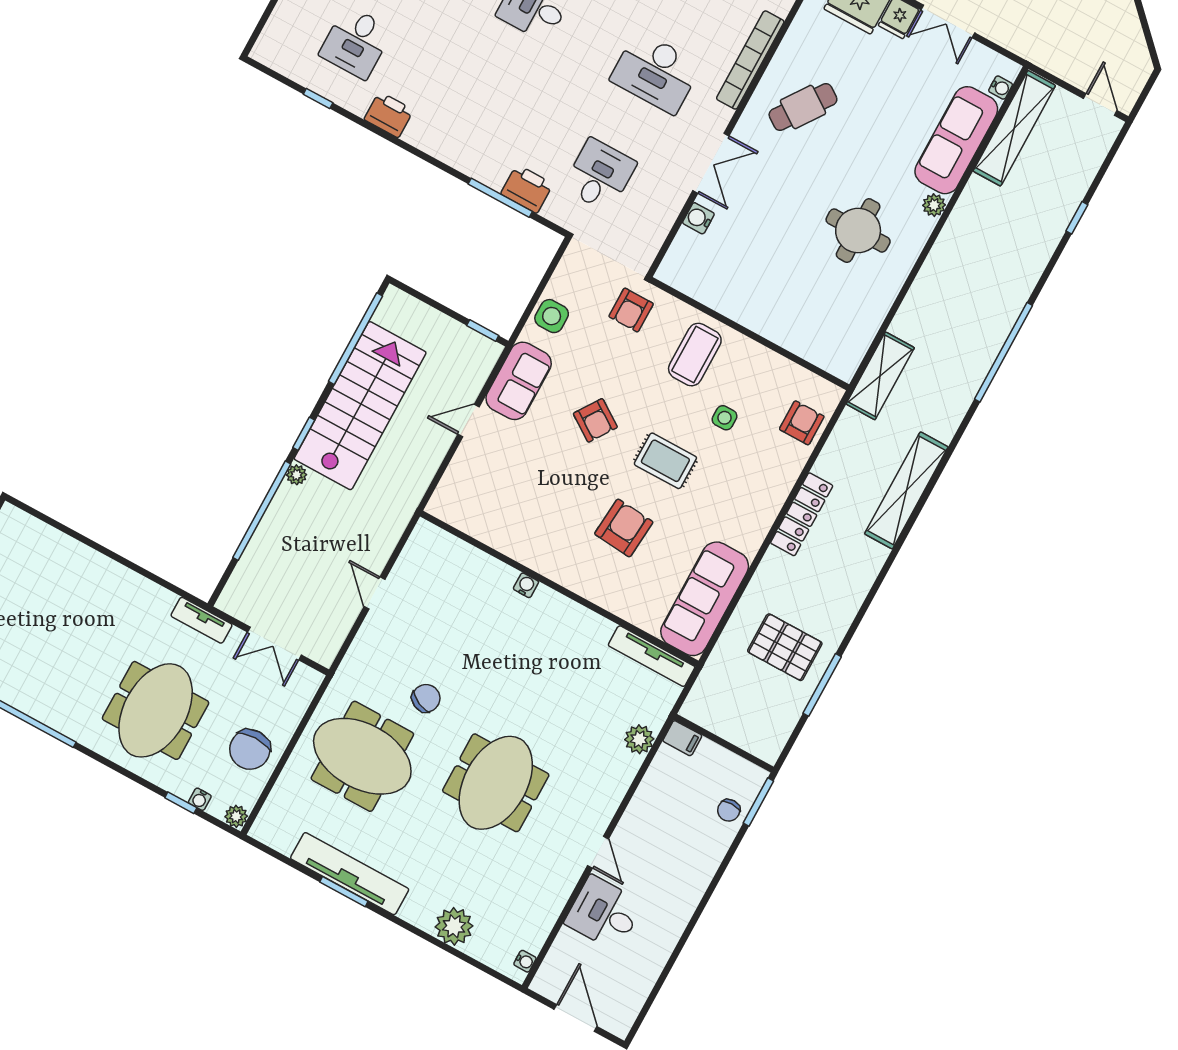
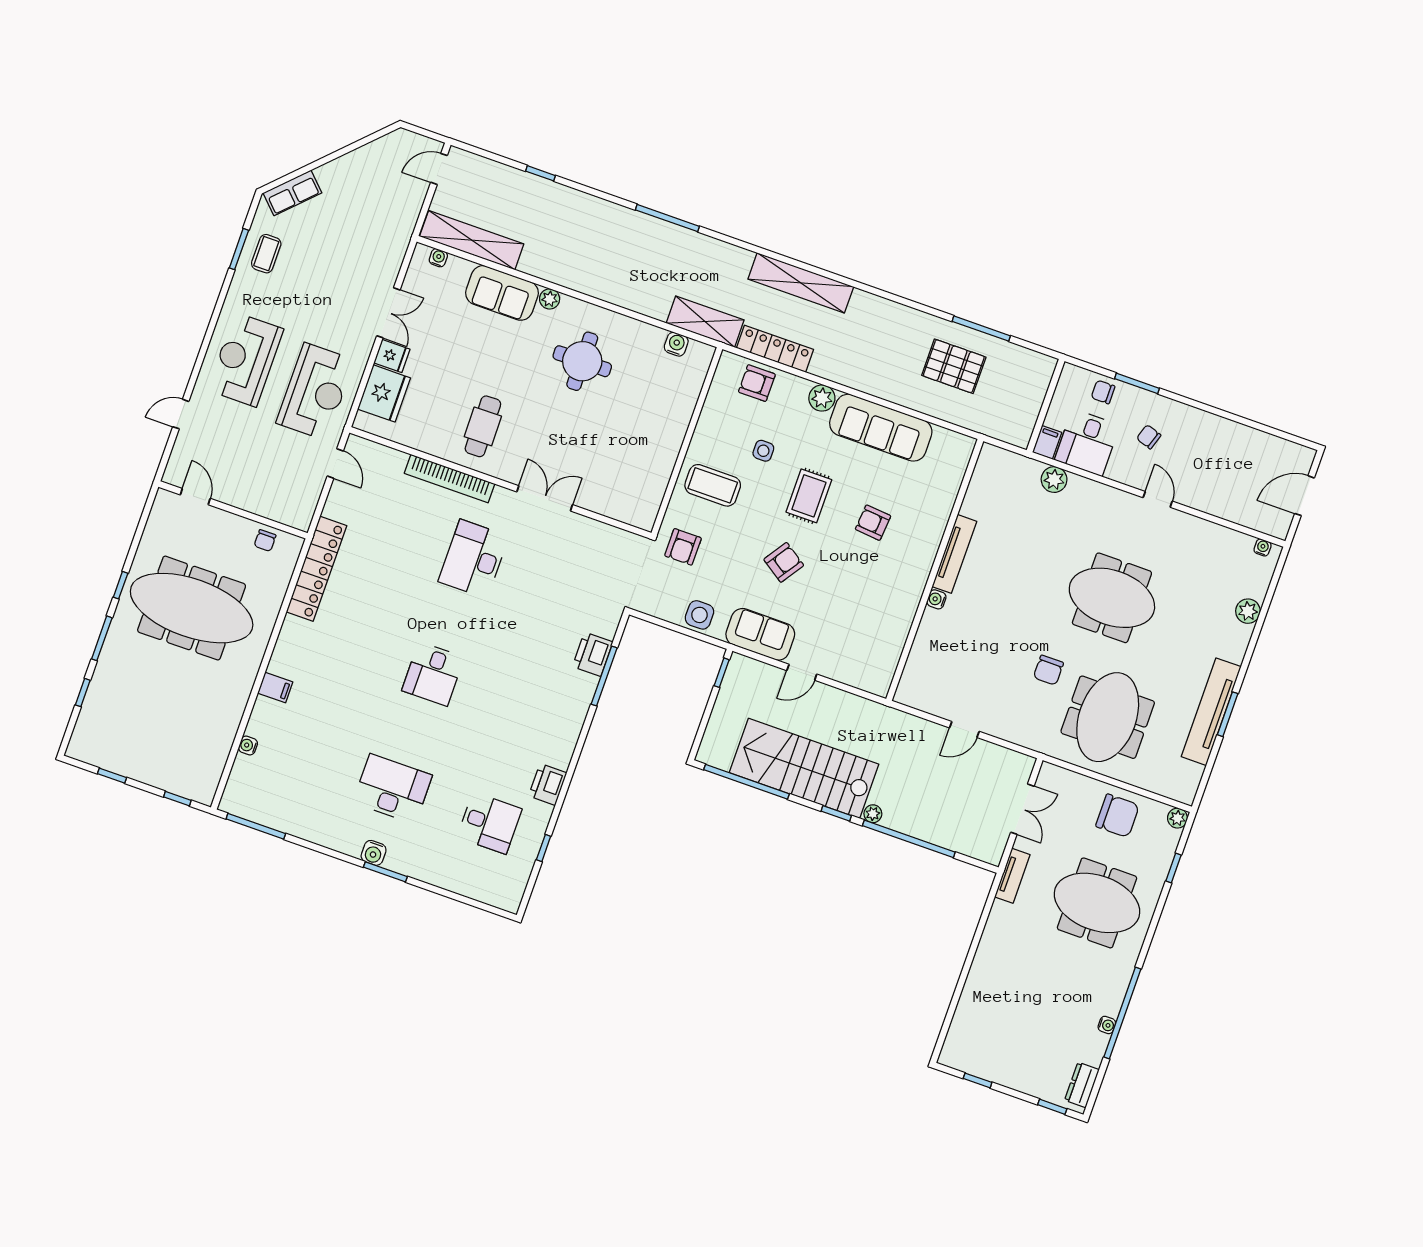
desk: (656, 72) -> (474, 559), turned 180
cafe table: (803, 107) -> (483, 426), turned 54
sofa: (956, 140) -> (502, 293), width x0.73
desk: (600, 175) -> (571, 593), removed
water cooler: (698, 218) -> (676, 344), moved, turned 180
armchair: (631, 310) -> (683, 547), turned 90
window: (1003, 352) -> (667, 218), width x0.68
door: (468, 421) -> (802, 672), hinge flipped
plant: (773, 493) -> (822, 398), added
locker: (802, 514) -> (775, 349), moved
armchair: (624, 528) -> (873, 523), width x0.72, depth x0.72
sofa: (705, 599) -> (881, 428), moved
pallet: (785, 647) -> (954, 366), turned 90
tv unit: (652, 656) -> (954, 554), moved
chair: (426, 698) -> (1048, 670), turned -115
water cooler: (200, 799) -> (1107, 1025), moved
window: (758, 802) -> (1137, 383), moved
chair: (729, 810) -> (1103, 392), turned 180
door: (598, 852) -> (1158, 499), hinge flipped
chair: (670, 853) -> (1149, 437), added
desk: (604, 913) -> (1087, 442), moved
plant: (454, 926) -> (1248, 611), width x0.73, depth x0.73

